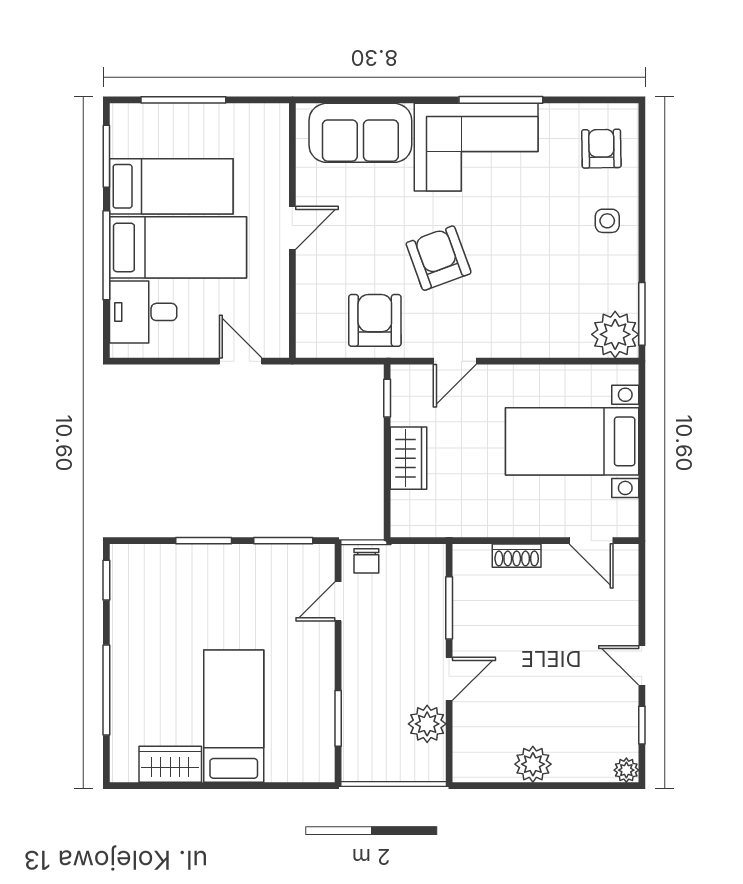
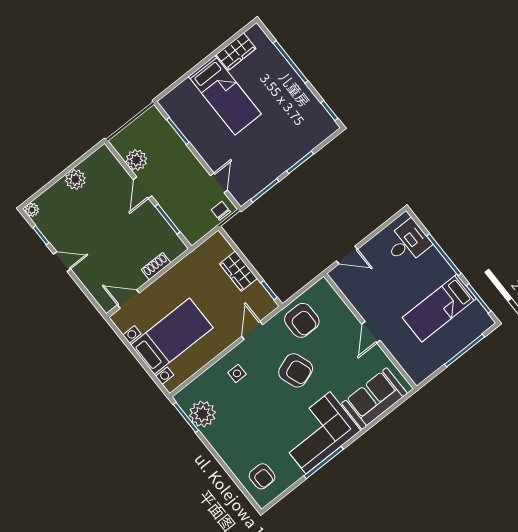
side table: (607, 221) -> (237, 373), moved
bed: (178, 247) -> (415, 283), removed
plant: (615, 334) -> (202, 414), moved

